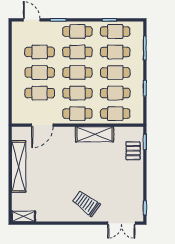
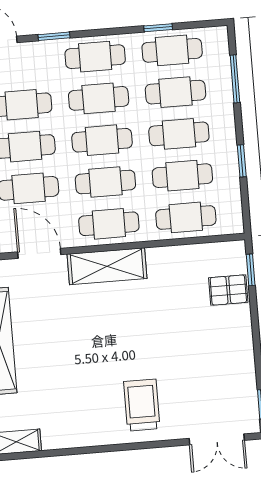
door: (42, 125) -> (39, 253), swing flipped
shelving: (94, 134) -> (107, 266), moved
pallet: (133, 151) -> (228, 290), turned 90
trolley: (86, 203) -> (142, 405), turned 54

